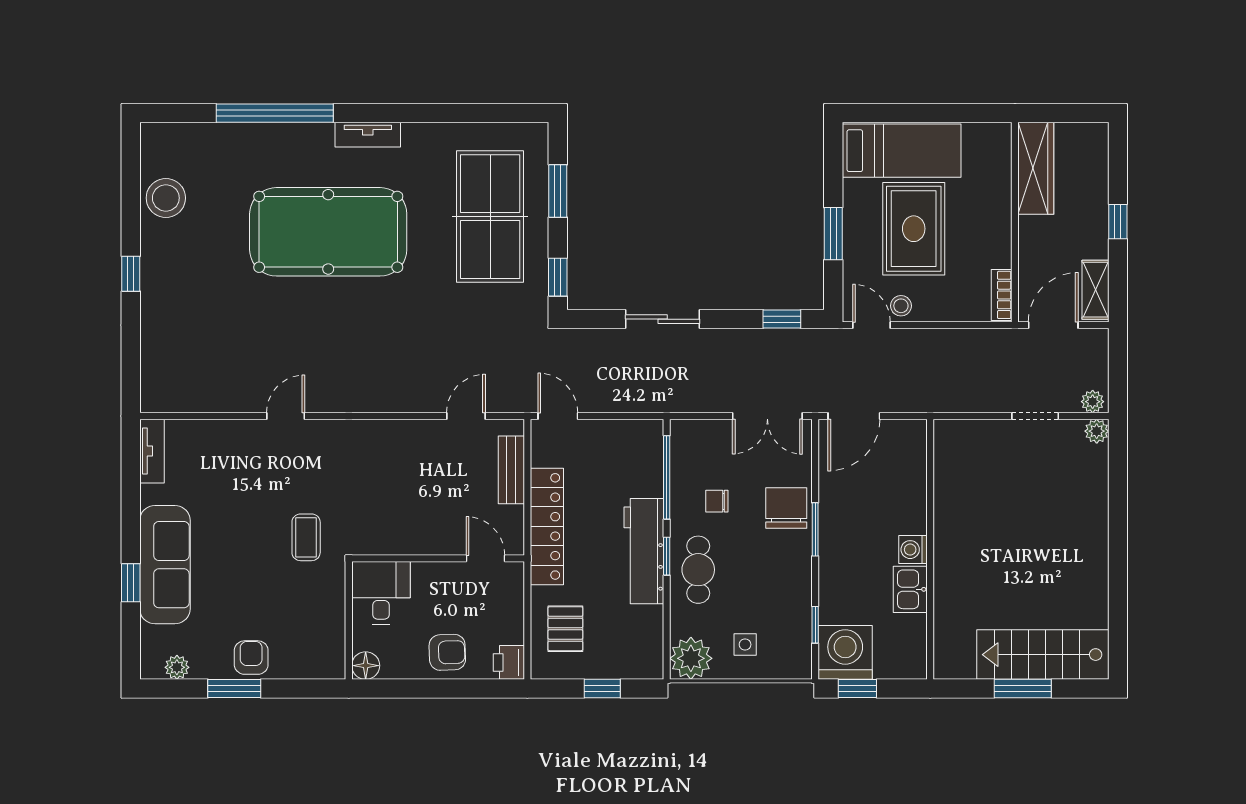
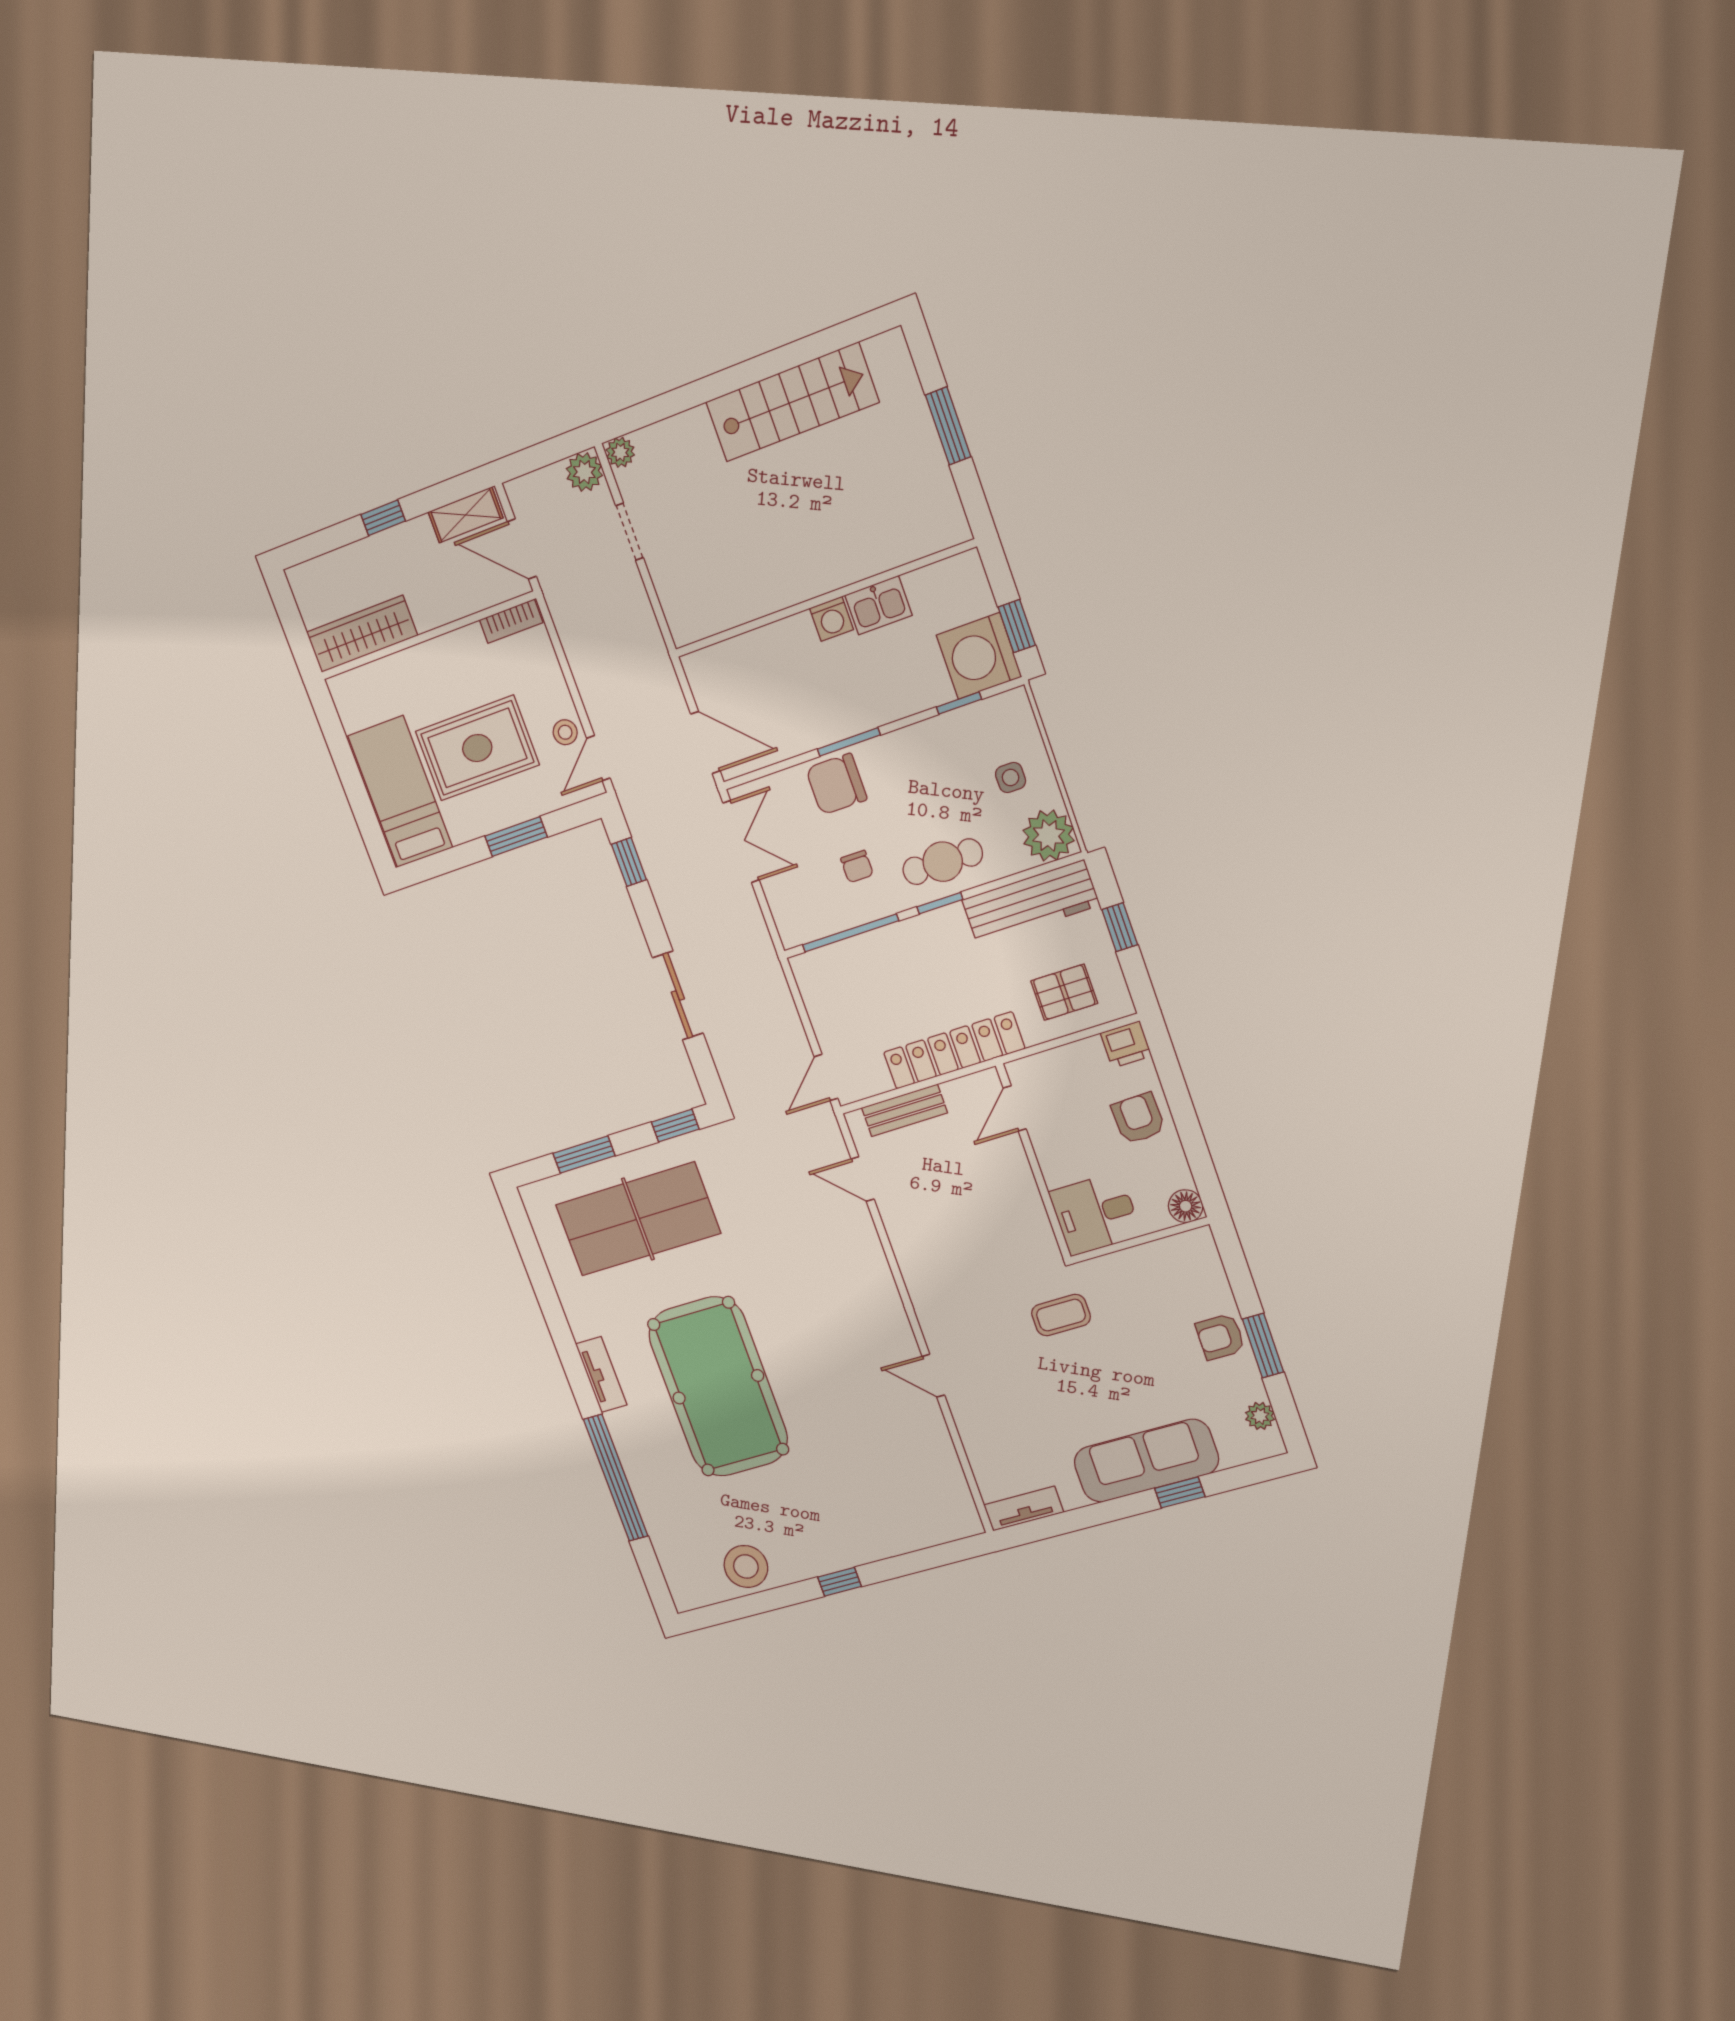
plant: (1093, 402) -> (584, 472), width x1.38, depth x1.38
workbench: (644, 551) -> (1031, 902), moved
stairs: (1043, 655) -> (792, 402), moved, turned -90

